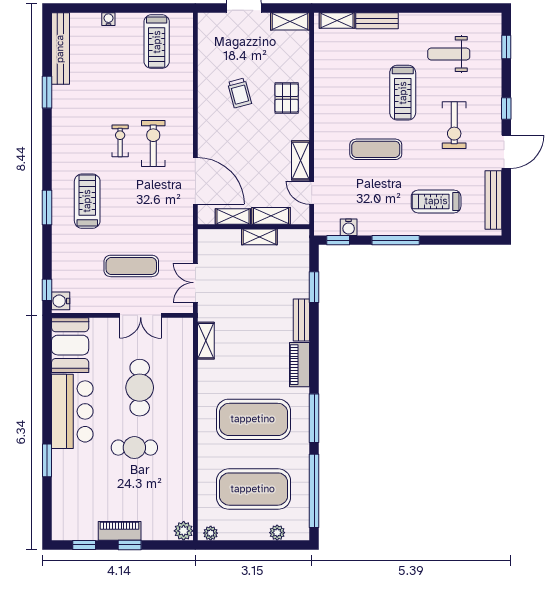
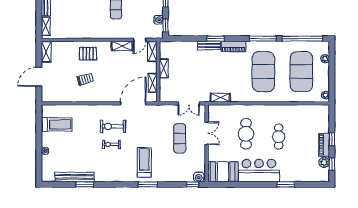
bench: (60, 49) -> (75, 177), moved
treadmill: (87, 201) -> (144, 162), turned 90
shelving: (271, 216) -> (152, 51), moved
window: (314, 287) -> (216, 39), moved
cafe table: (140, 388) -> (246, 134), turned 90
plant: (184, 531) -> (324, 162), moved

